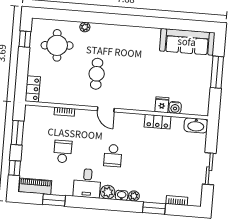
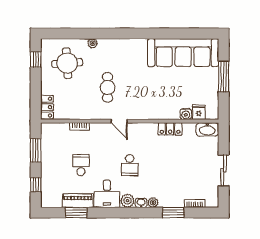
sofa: (187, 42) -> (183, 53), width x1.36, depth x1.27
fridge: (162, 105) -> (199, 112), moved
piano: (35, 186) -> (78, 201), moved

